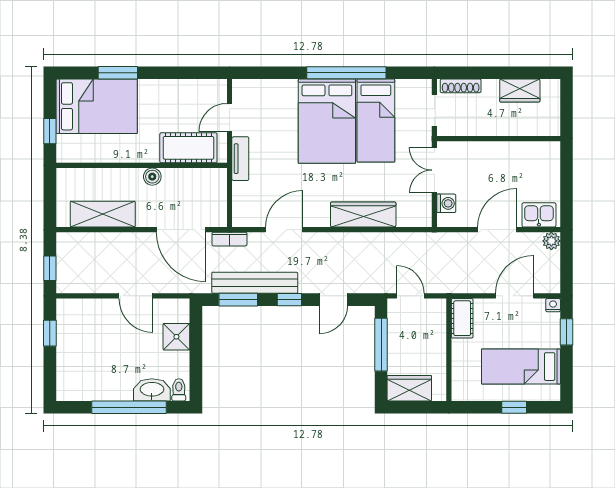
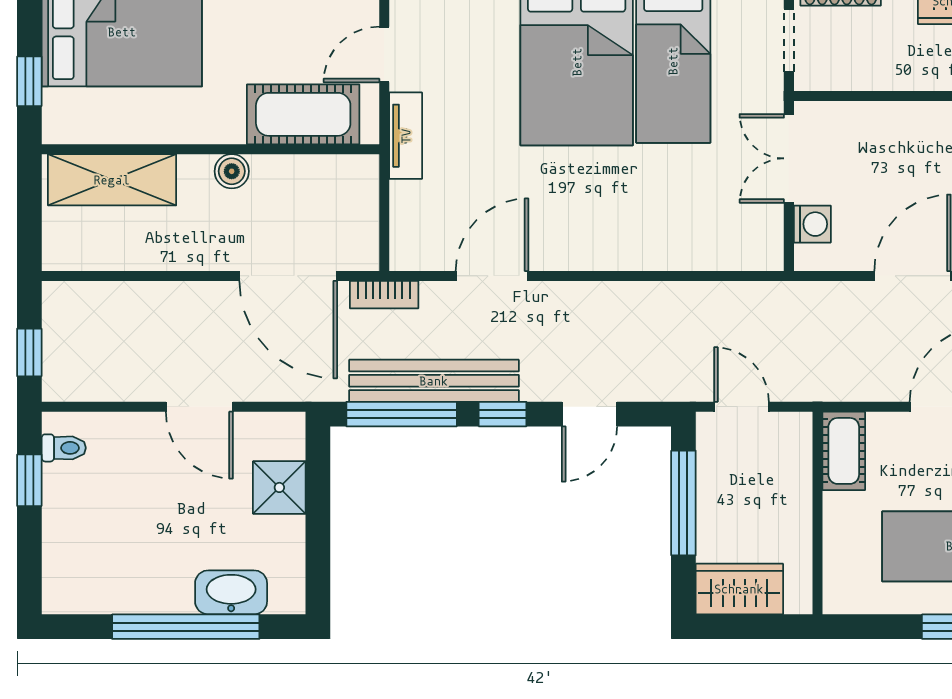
shelving: (103, 214) -> (112, 180), moved
wardrobe: (363, 215) -> (648, 246), removed
window: (238, 300) -> (402, 414), width x1.44
toilet: (179, 390) -> (64, 448), moved, turned 90

